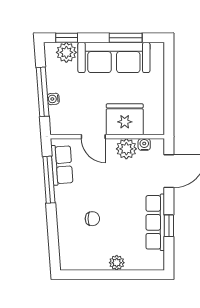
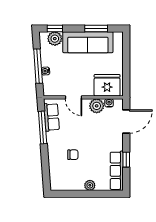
fridge: (125, 119) -> (107, 85), moved
row of seats: (155, 222) -> (117, 171), moved

